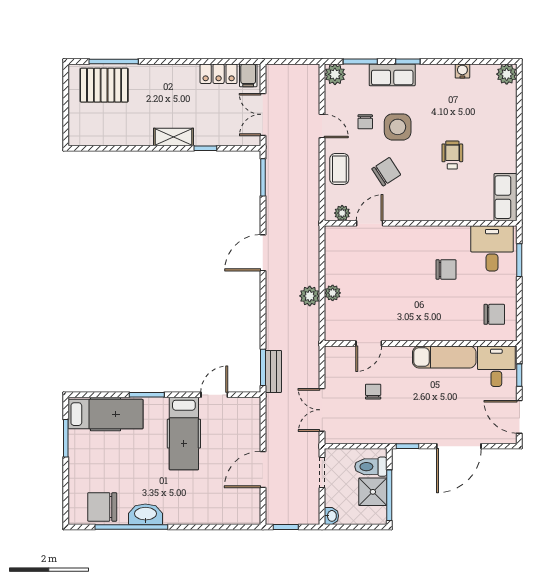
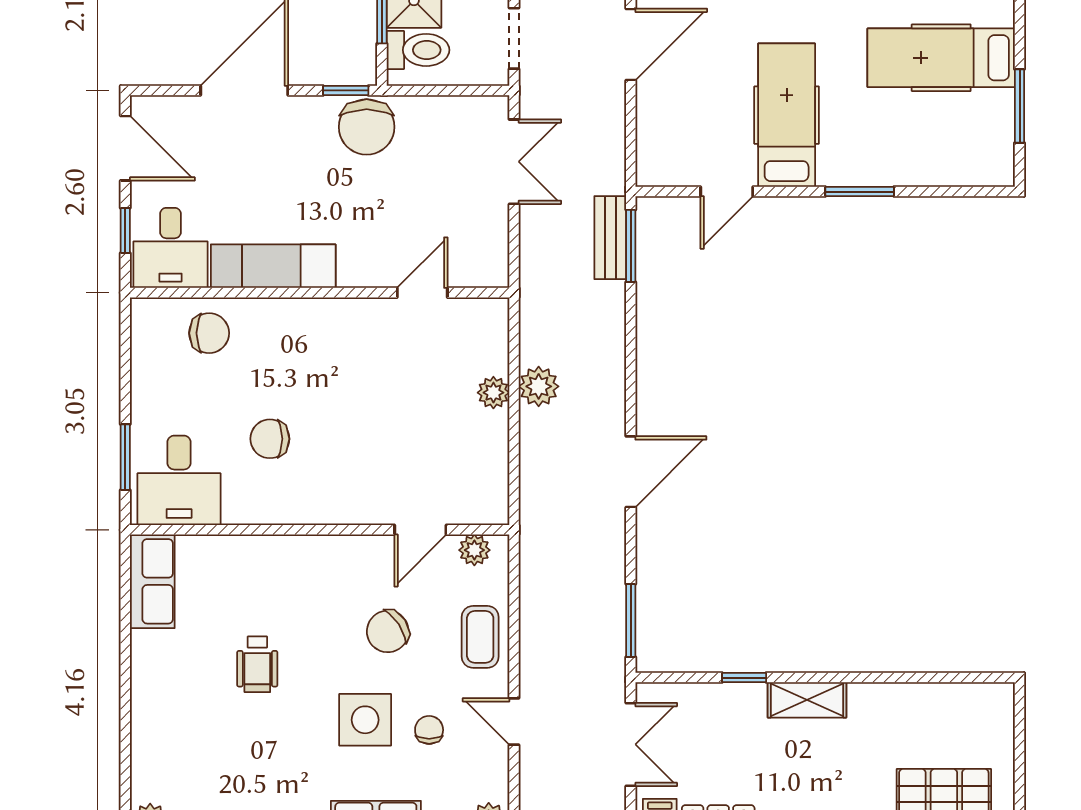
chair: (494, 314) -> (209, 333), moved, turned 180
chair: (373, 392) -> (367, 127), moved, width x1.87, depth x1.87
hospital bed: (105, 414) -> (941, 58), moved

